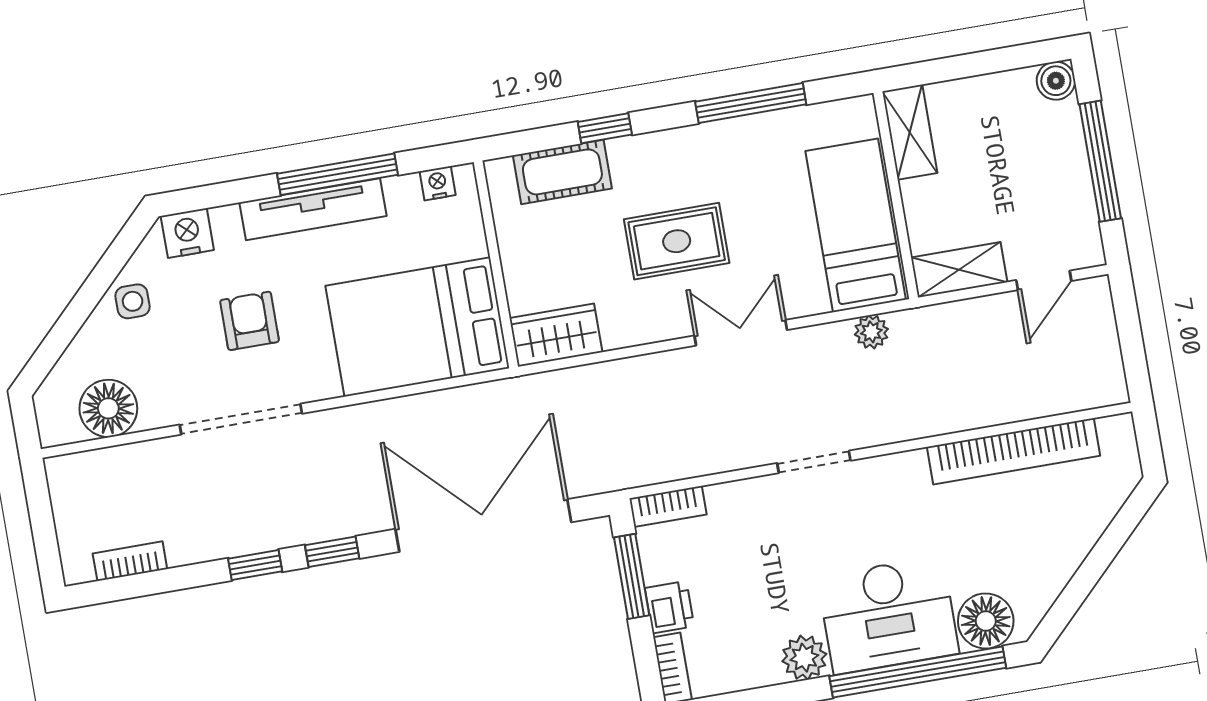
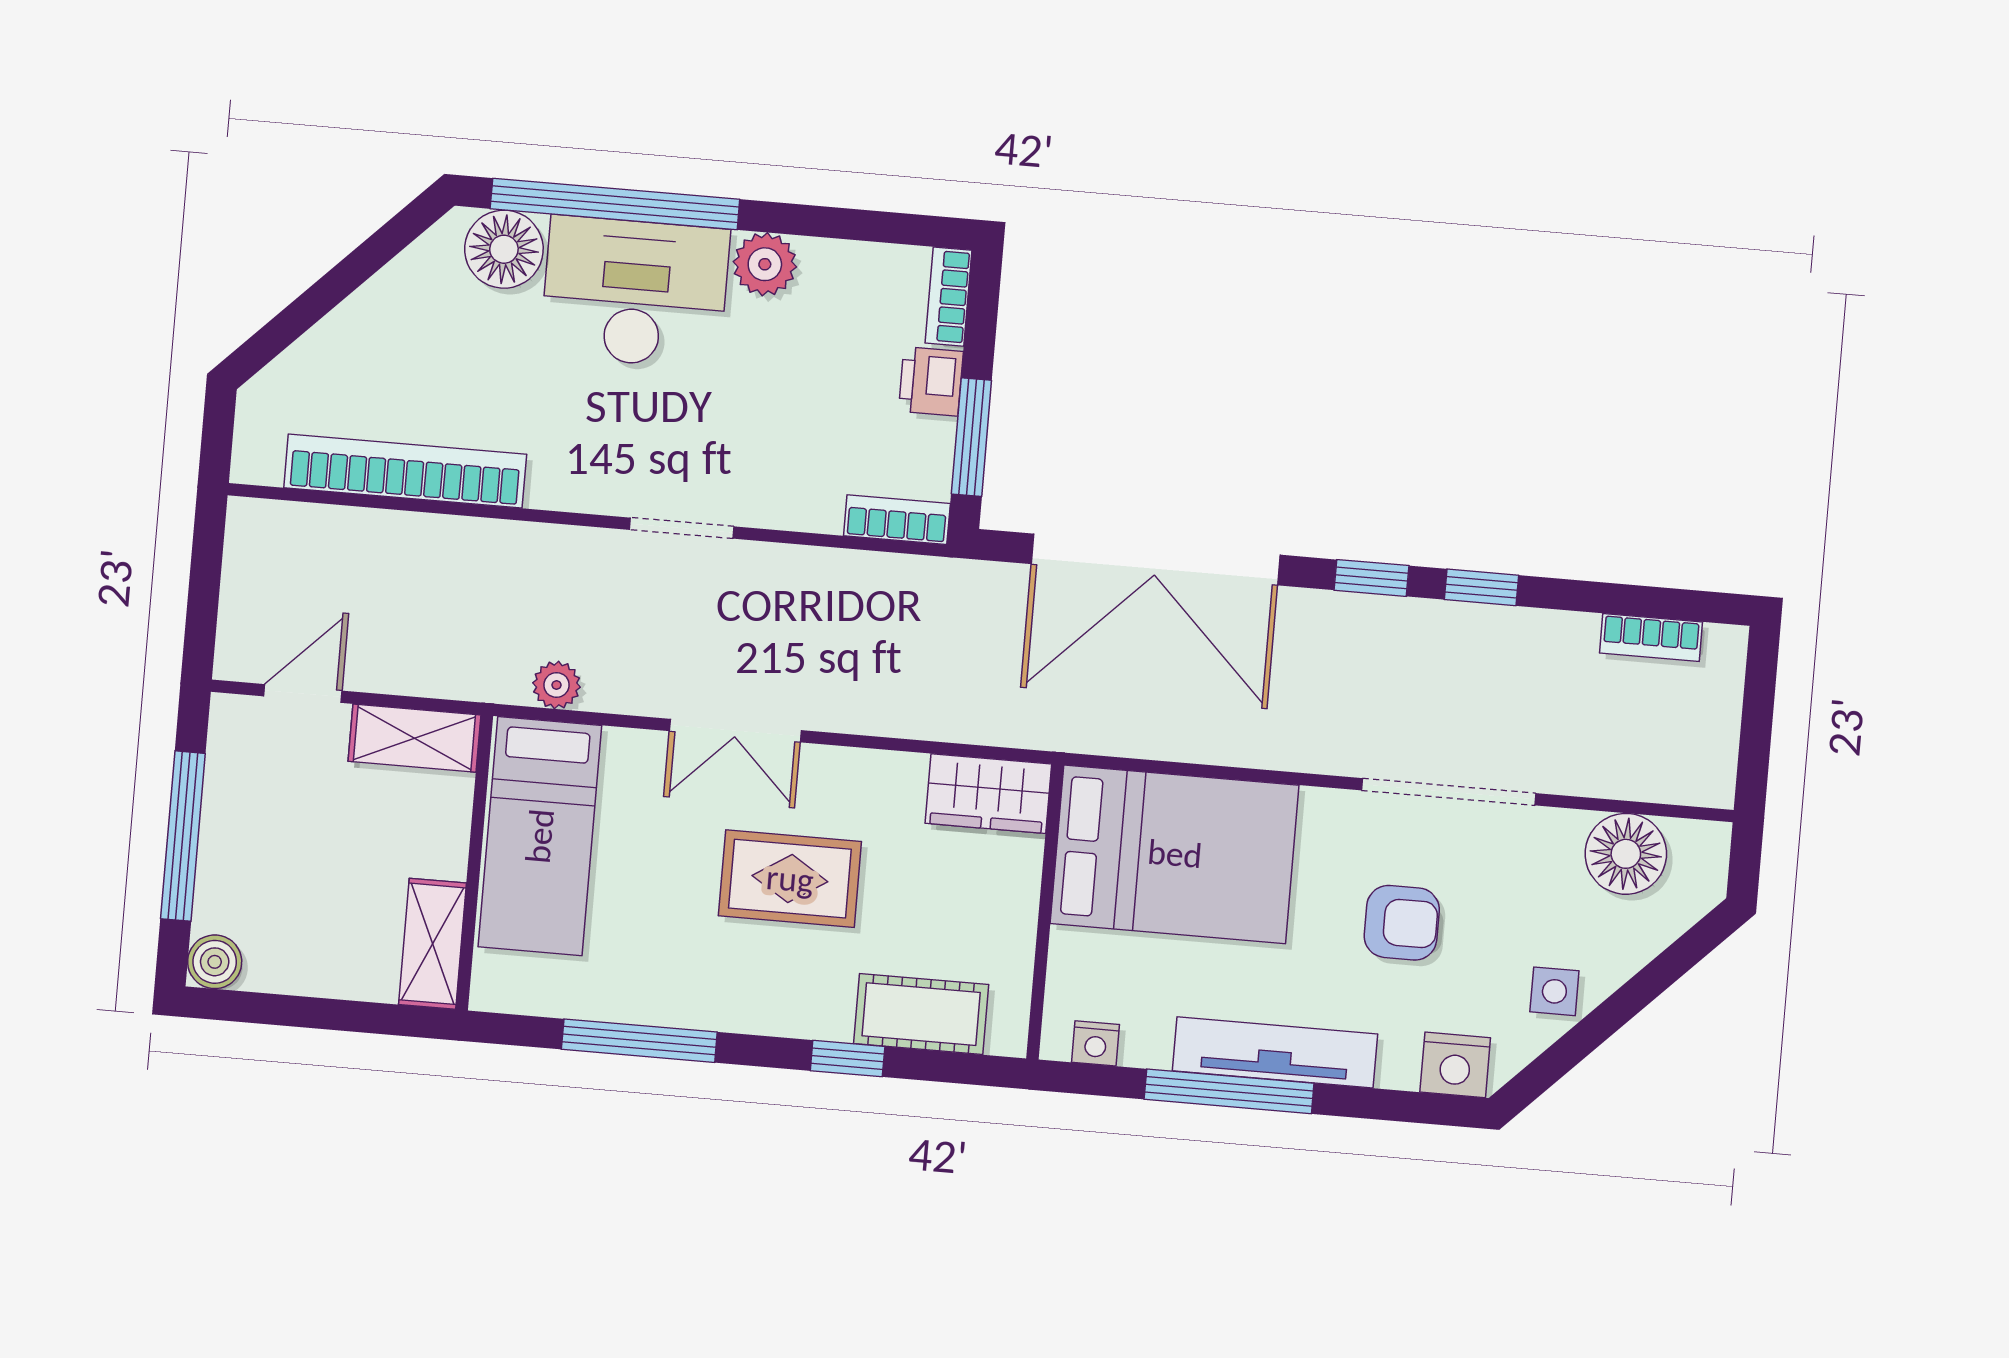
armchair: (250, 321) -> (1402, 923), turned -90

